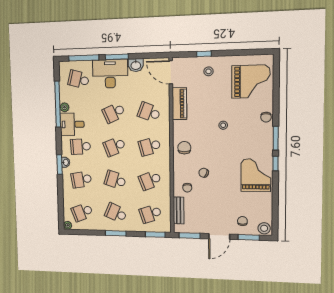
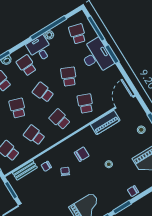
washbasin: (136, 65) -> (114, 72), removed
school desk: (114, 113) -> (69, 77), turned 48
chair: (184, 148) -> (82, 154), moved

